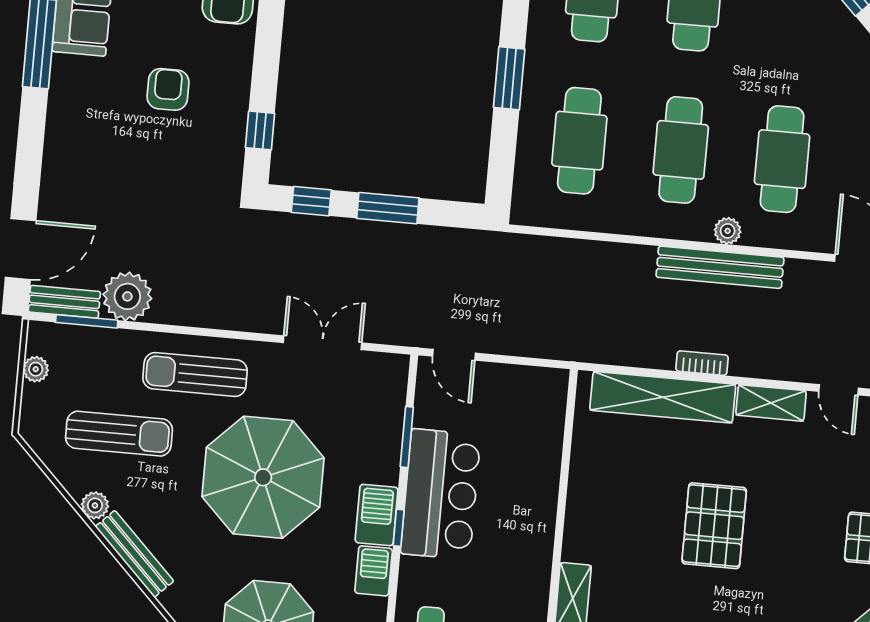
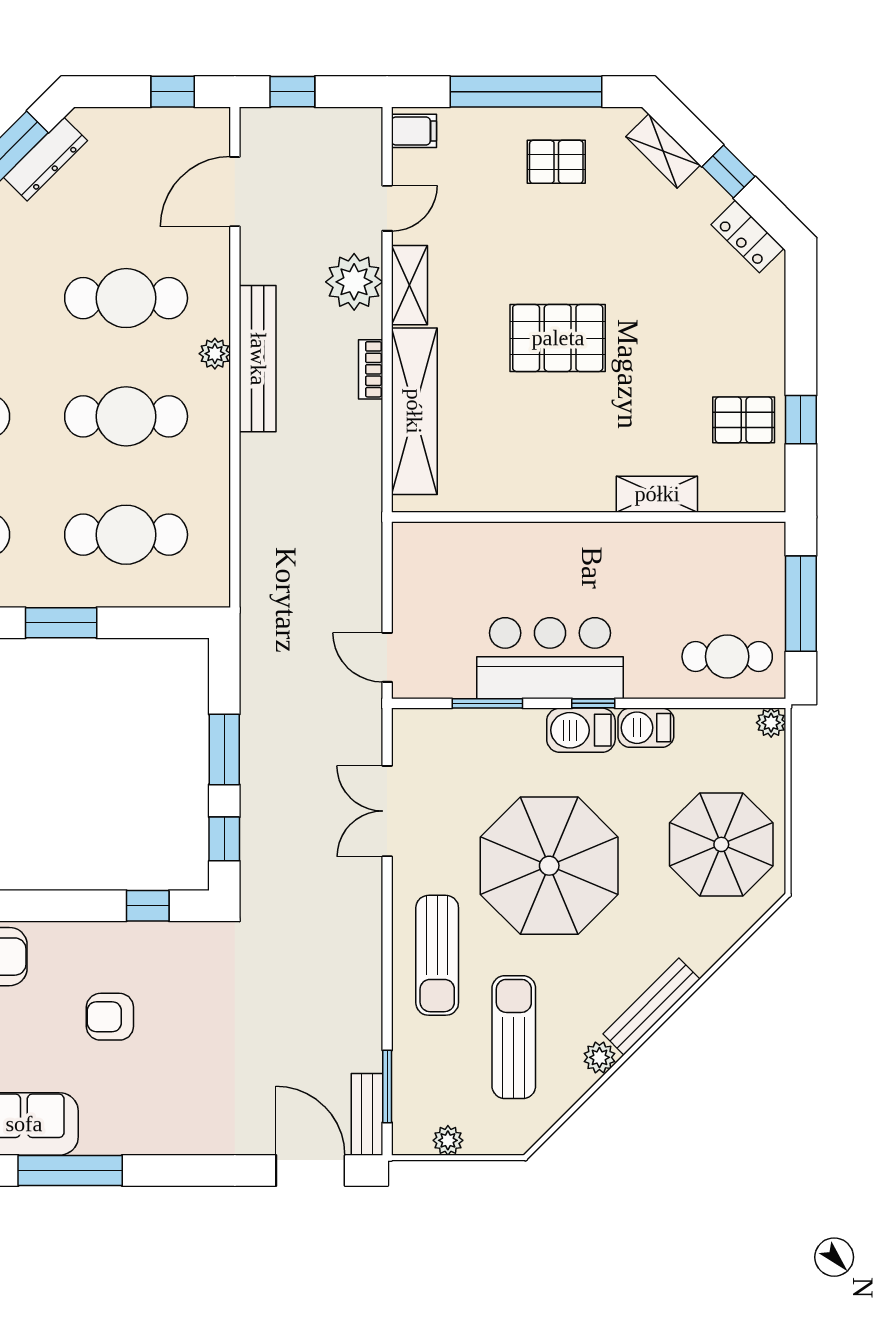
plant: (127, 296) -> (354, 282), moved
door: (454, 355) -> (387, 657), swing flipped

